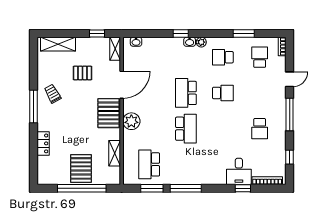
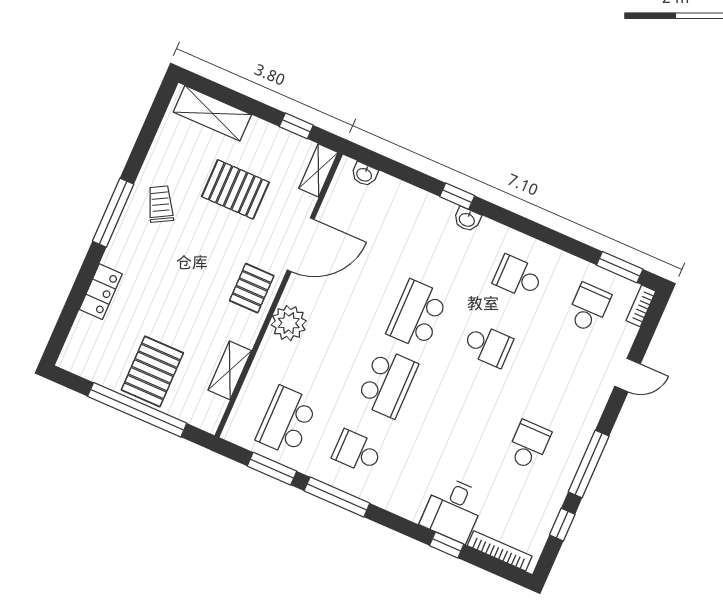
window: (244, 34) -> (620, 267), moved
plant: (201, 42) -> (489, 230), removed
pallet: (83, 73) -> (235, 189), width x1.50, depth x1.42
pallet: (109, 113) -> (252, 288), width x0.67, depth x0.71
window: (290, 115) -> (589, 464), moved
school desk: (260, 129) -> (529, 445), turned 180
school desk: (186, 164) -> (357, 452), added

